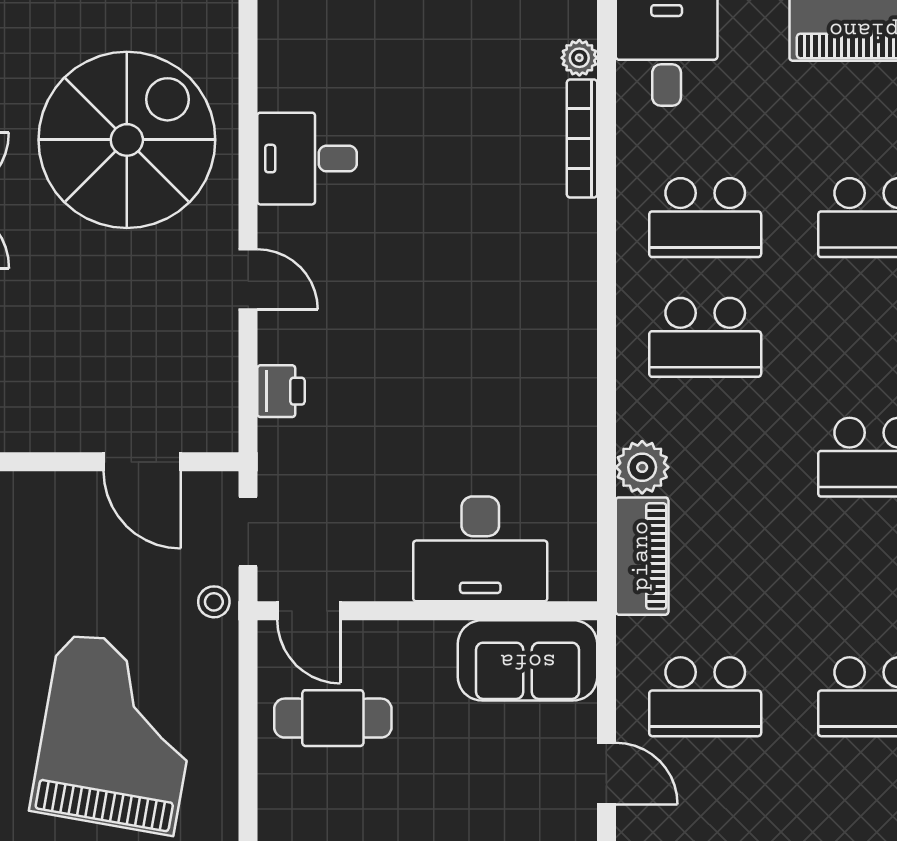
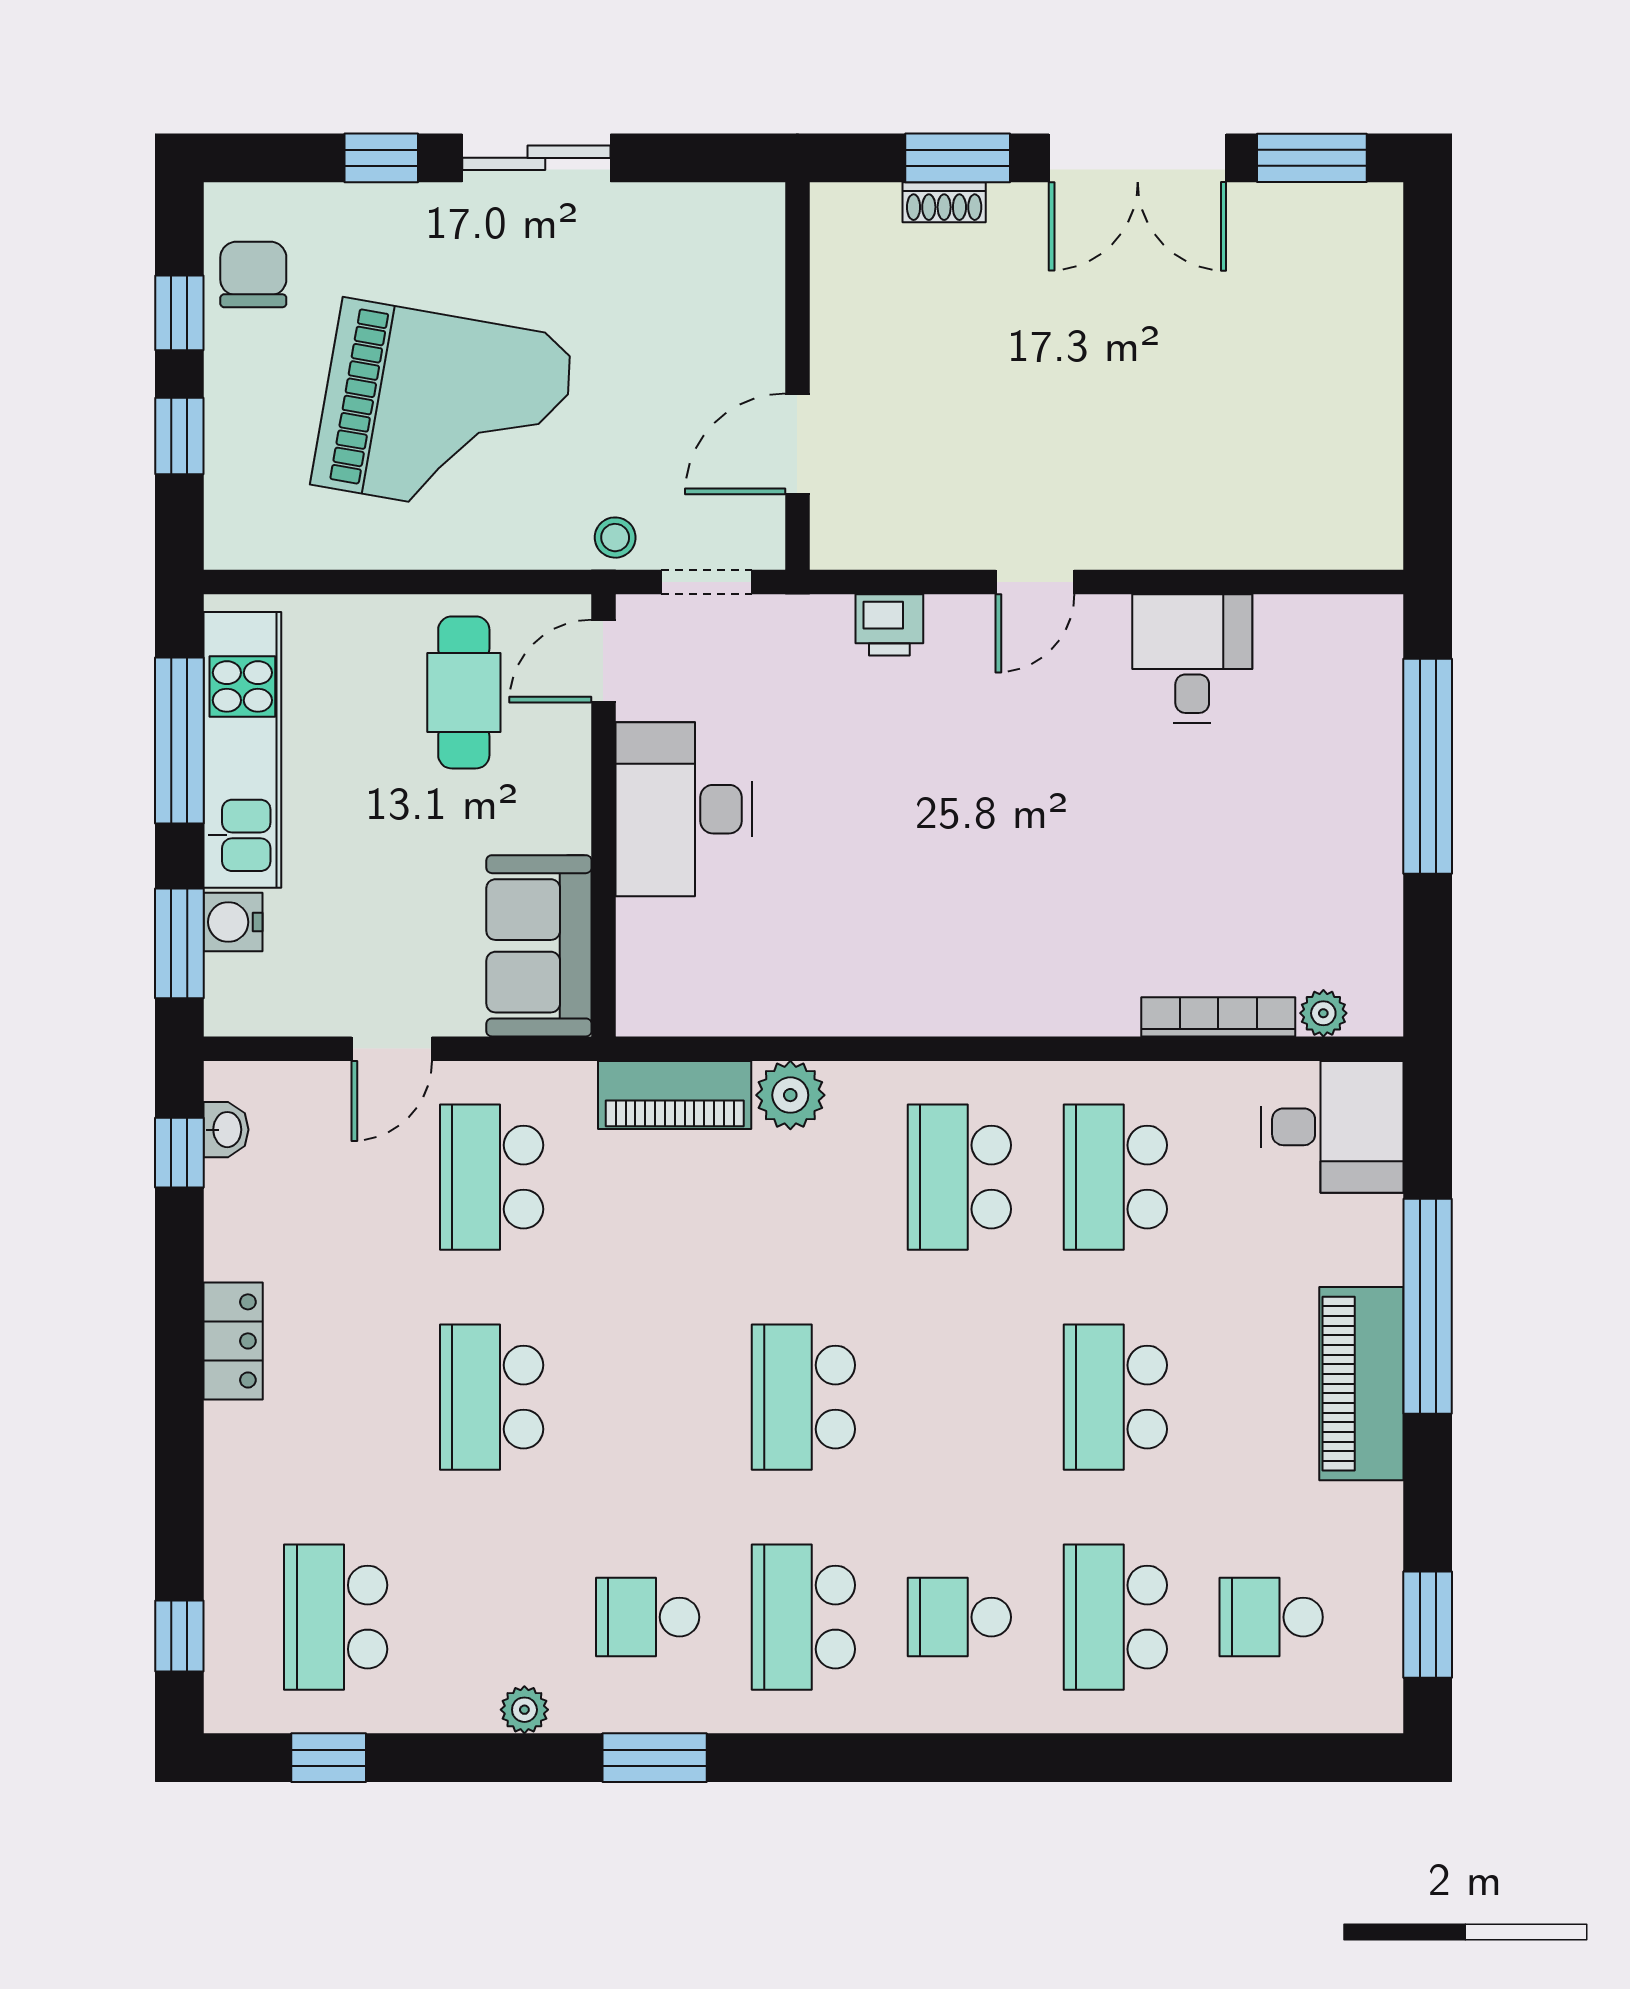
spiral stairs: (127, 140) -> (1216, 424), removed
desk: (480, 549) -> (684, 809), moved

